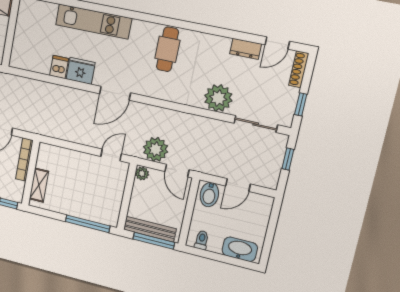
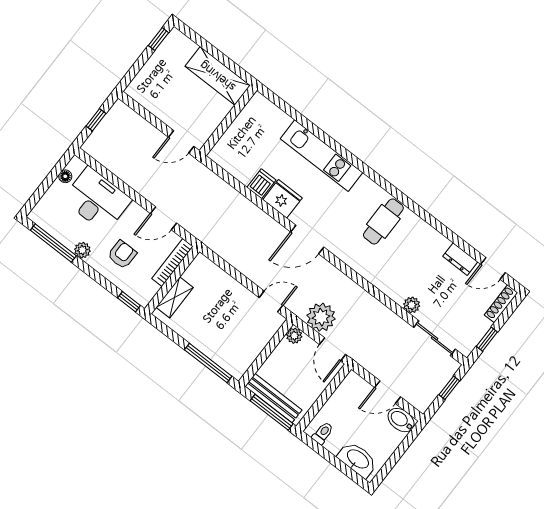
plant: (218, 98) -> (412, 305), width x0.53, depth x0.53
bidet: (209, 195) -> (401, 420), moved, turned 90

